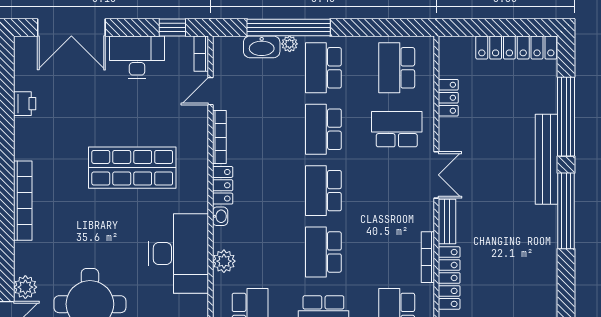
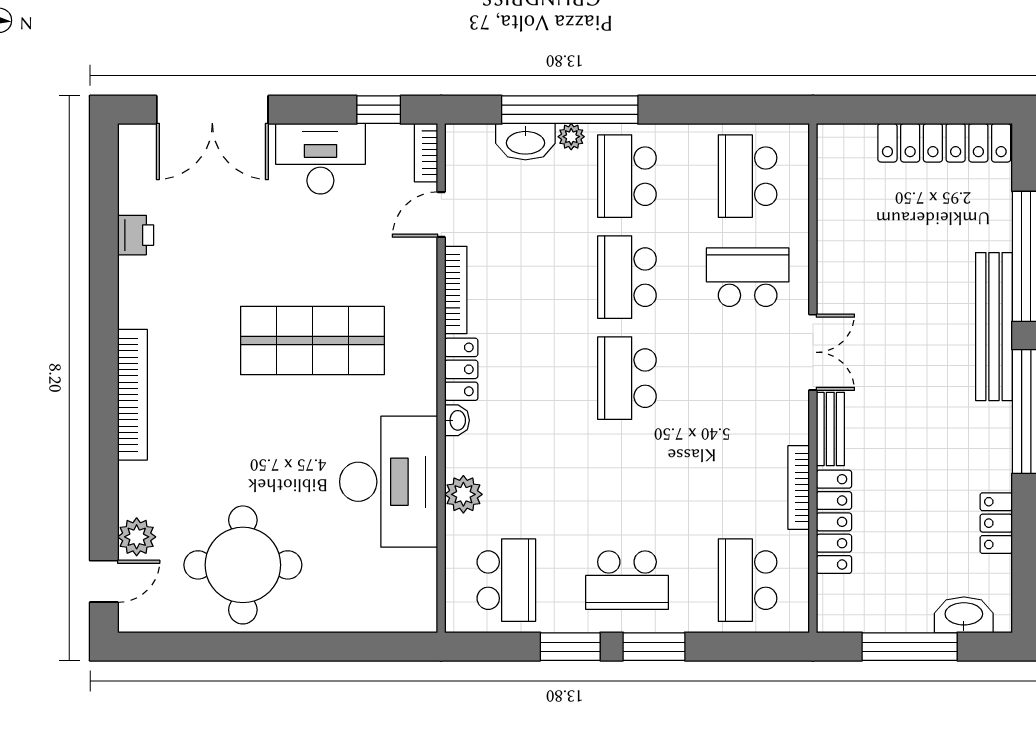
locker: (448, 98) -> (996, 523), moved, turned 180
school desk: (323, 252) -> (627, 479), removed

